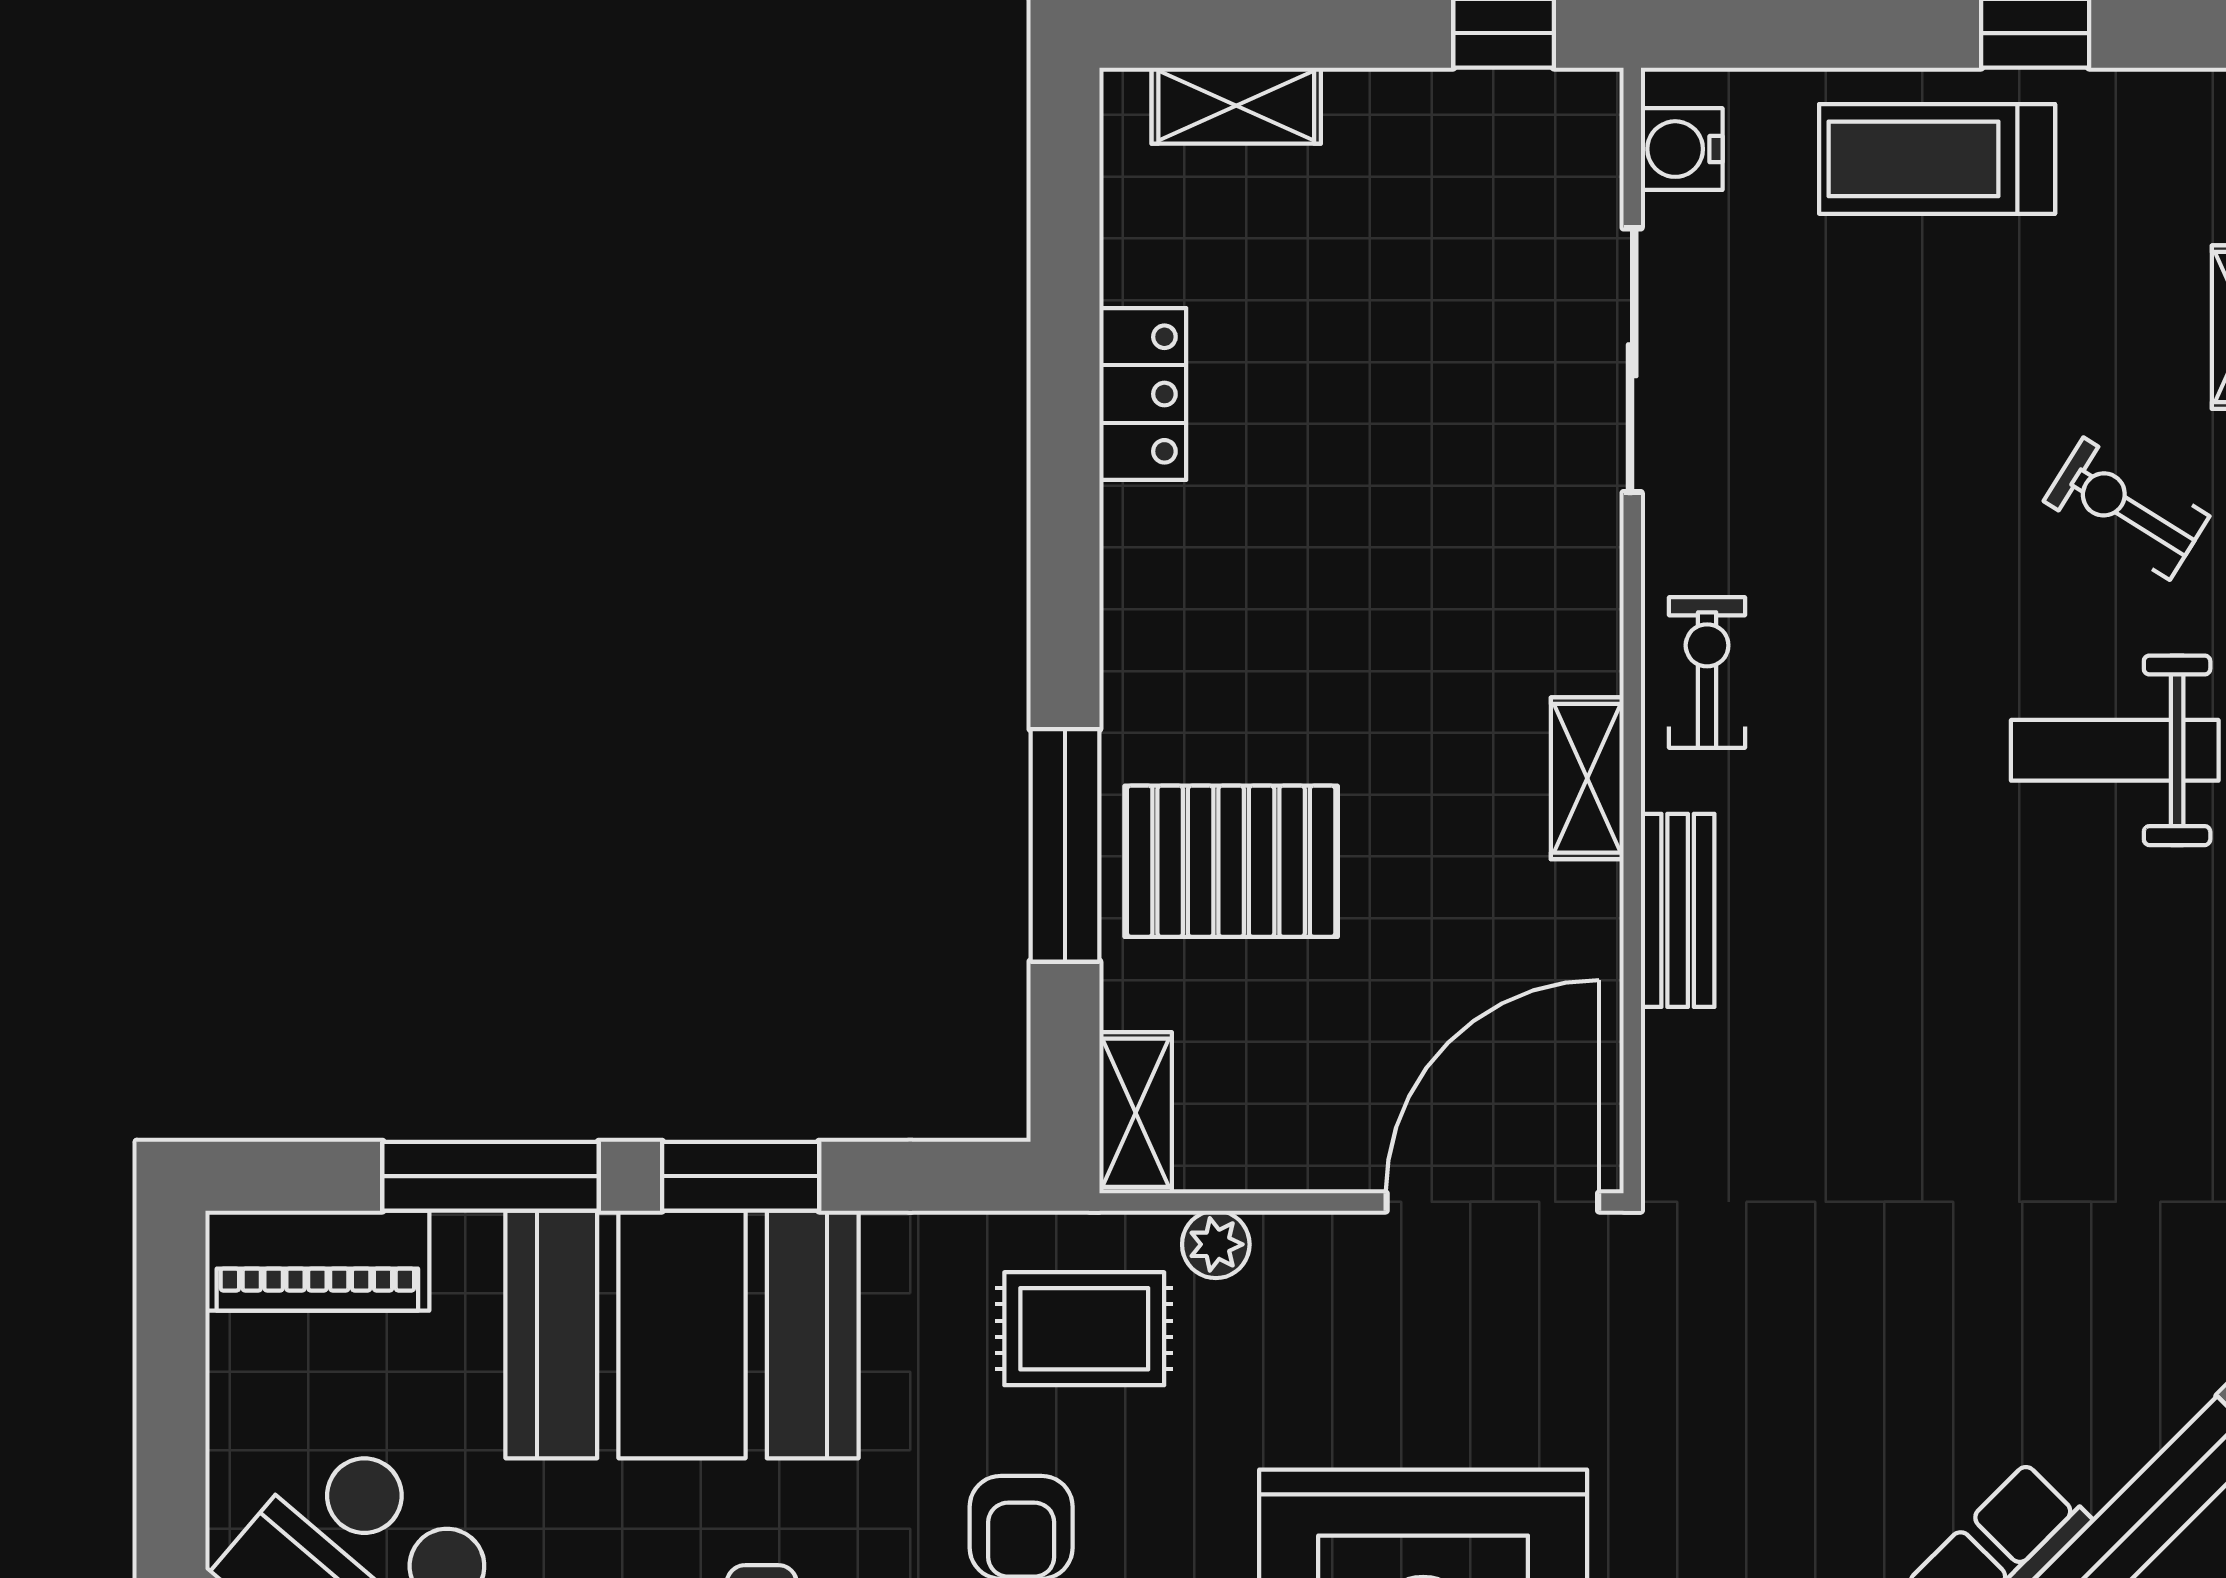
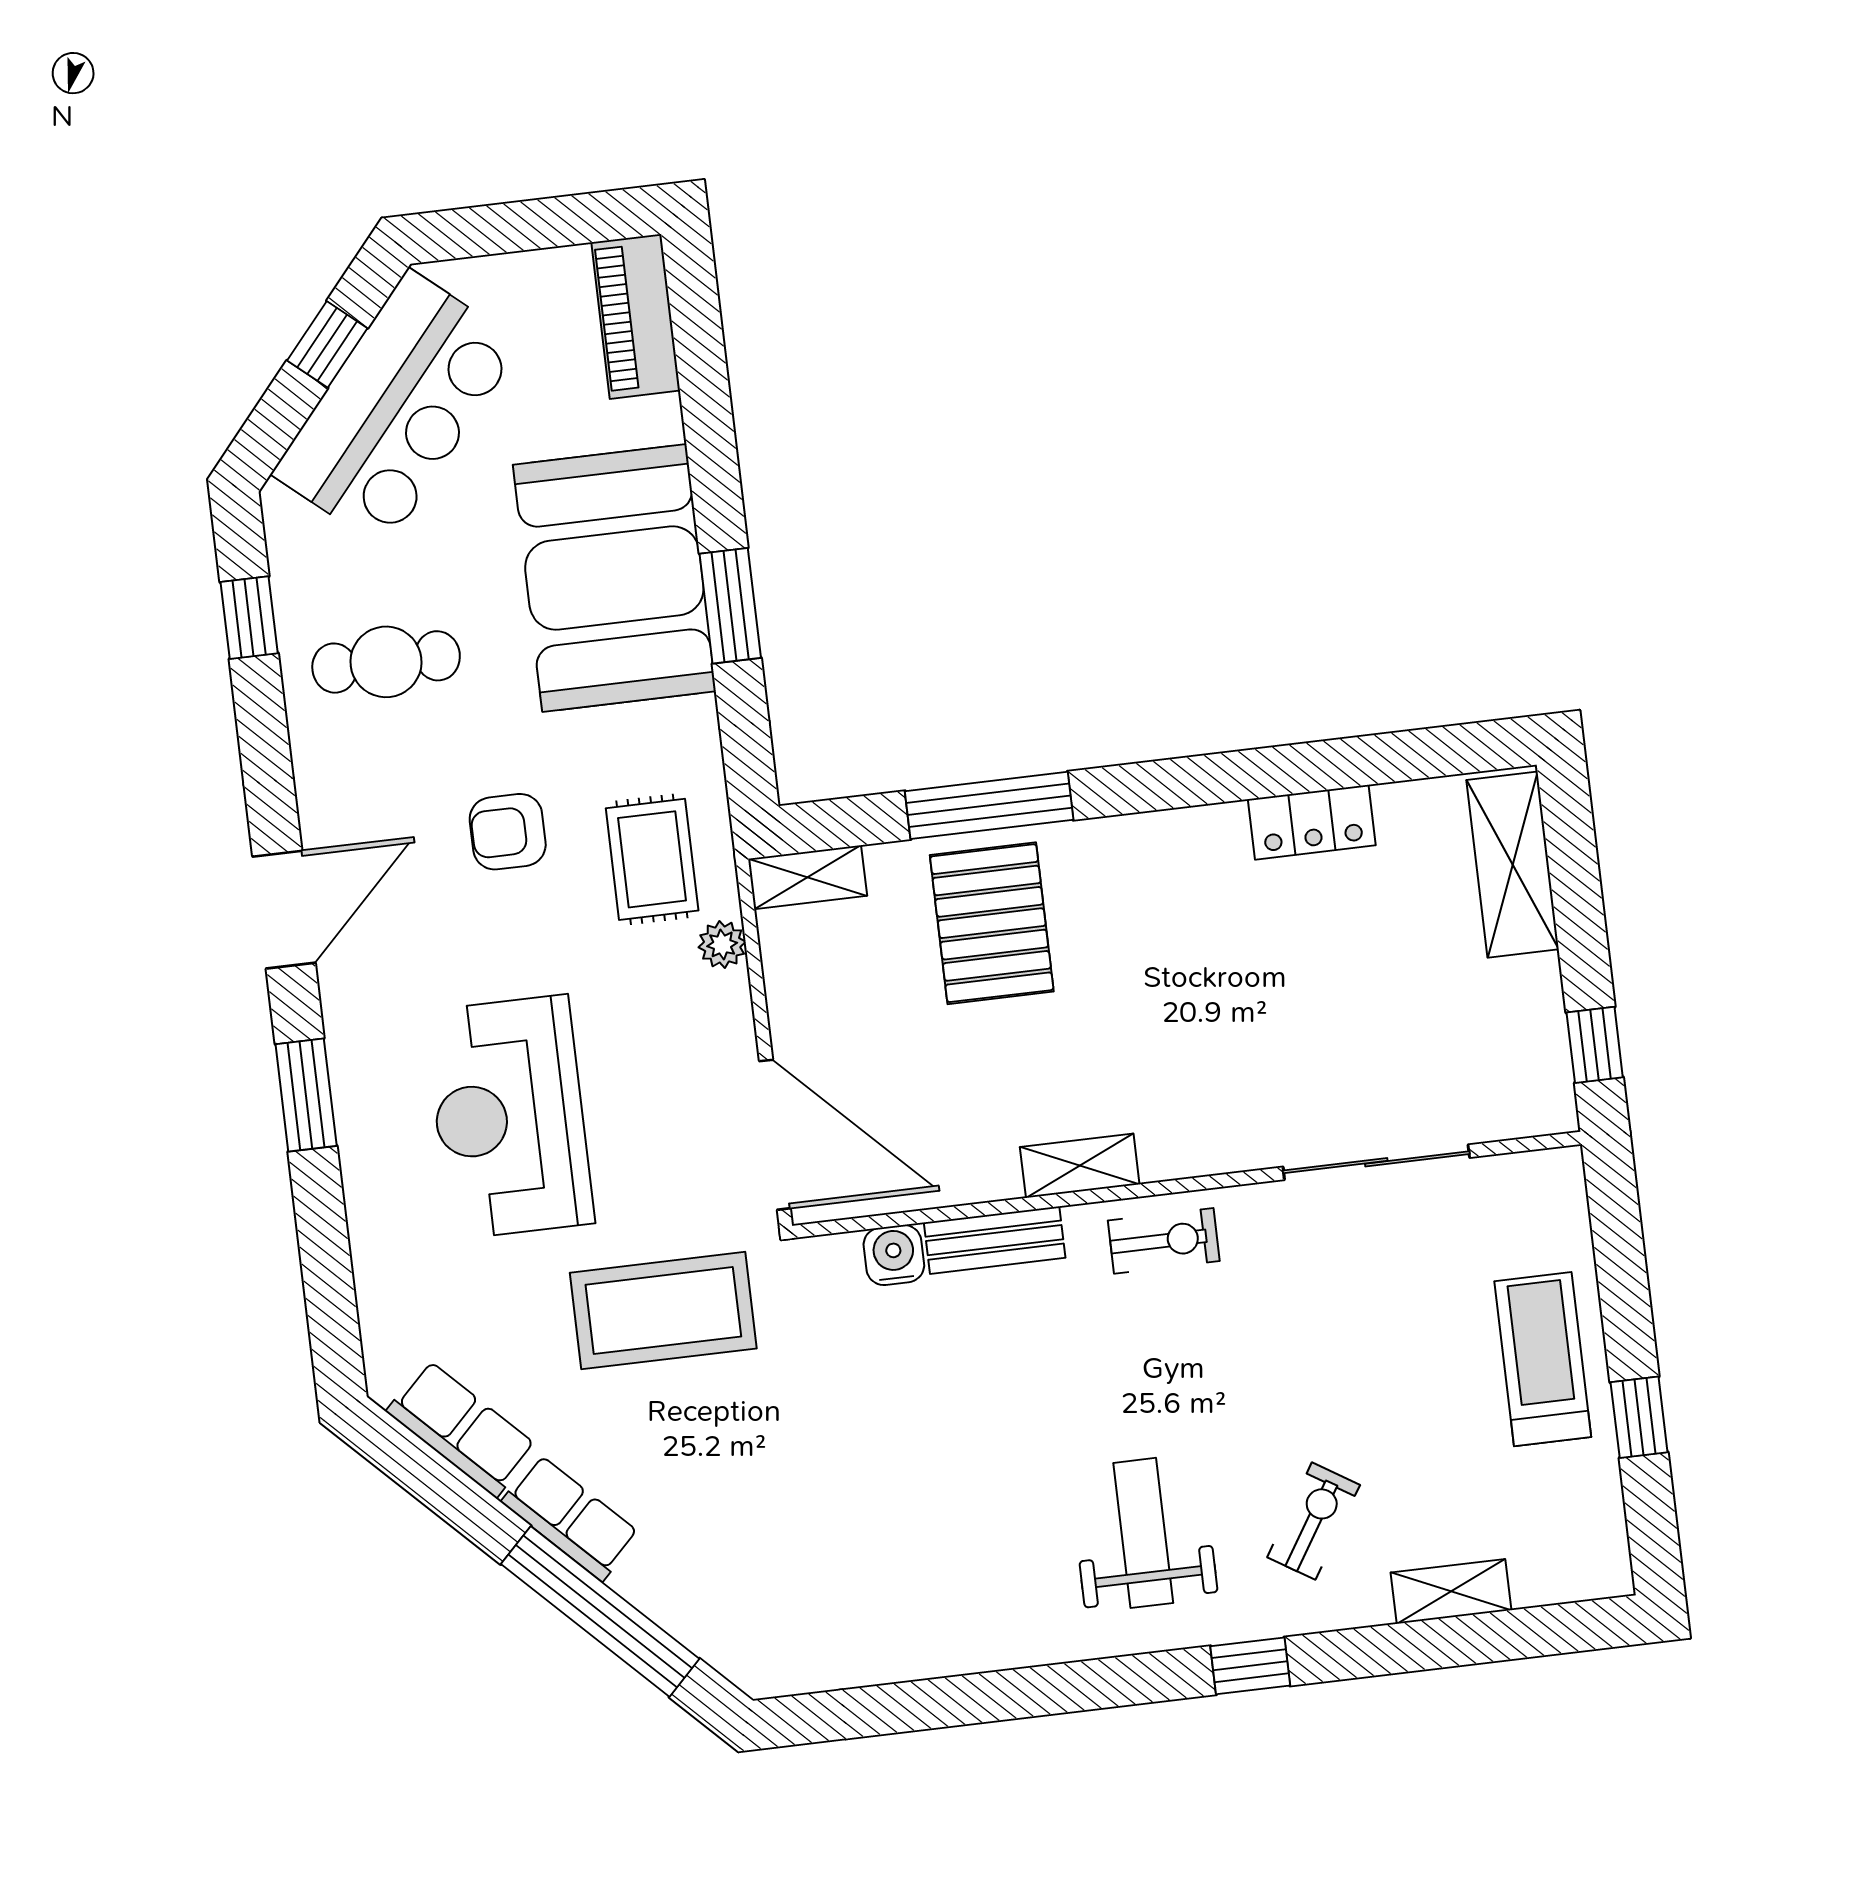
shelving: (1236, 106) -> (1513, 865), width x1.50, depth x1.33
water cooler: (1682, 149) -> (894, 1255), moved
window: (491, 1176) -> (709, 431), removed
coffee table: (1721, 1389) -> (663, 1311), added

